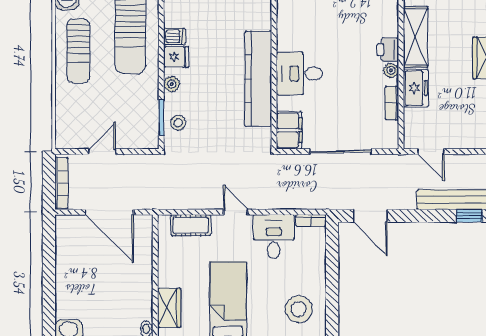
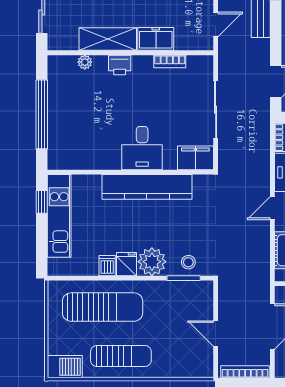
plant: (391, 70) -> (85, 62), moved
plant: (172, 84) -> (152, 262), width x1.88, depth x1.88

